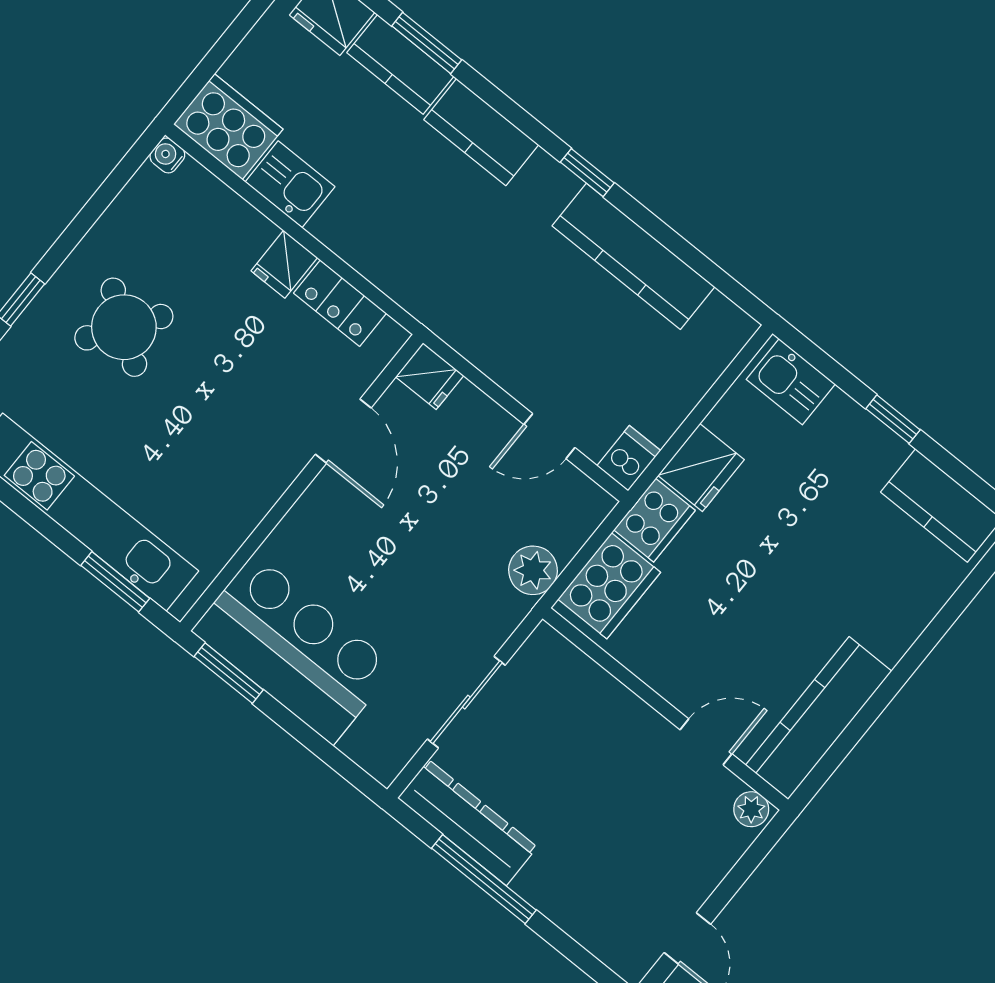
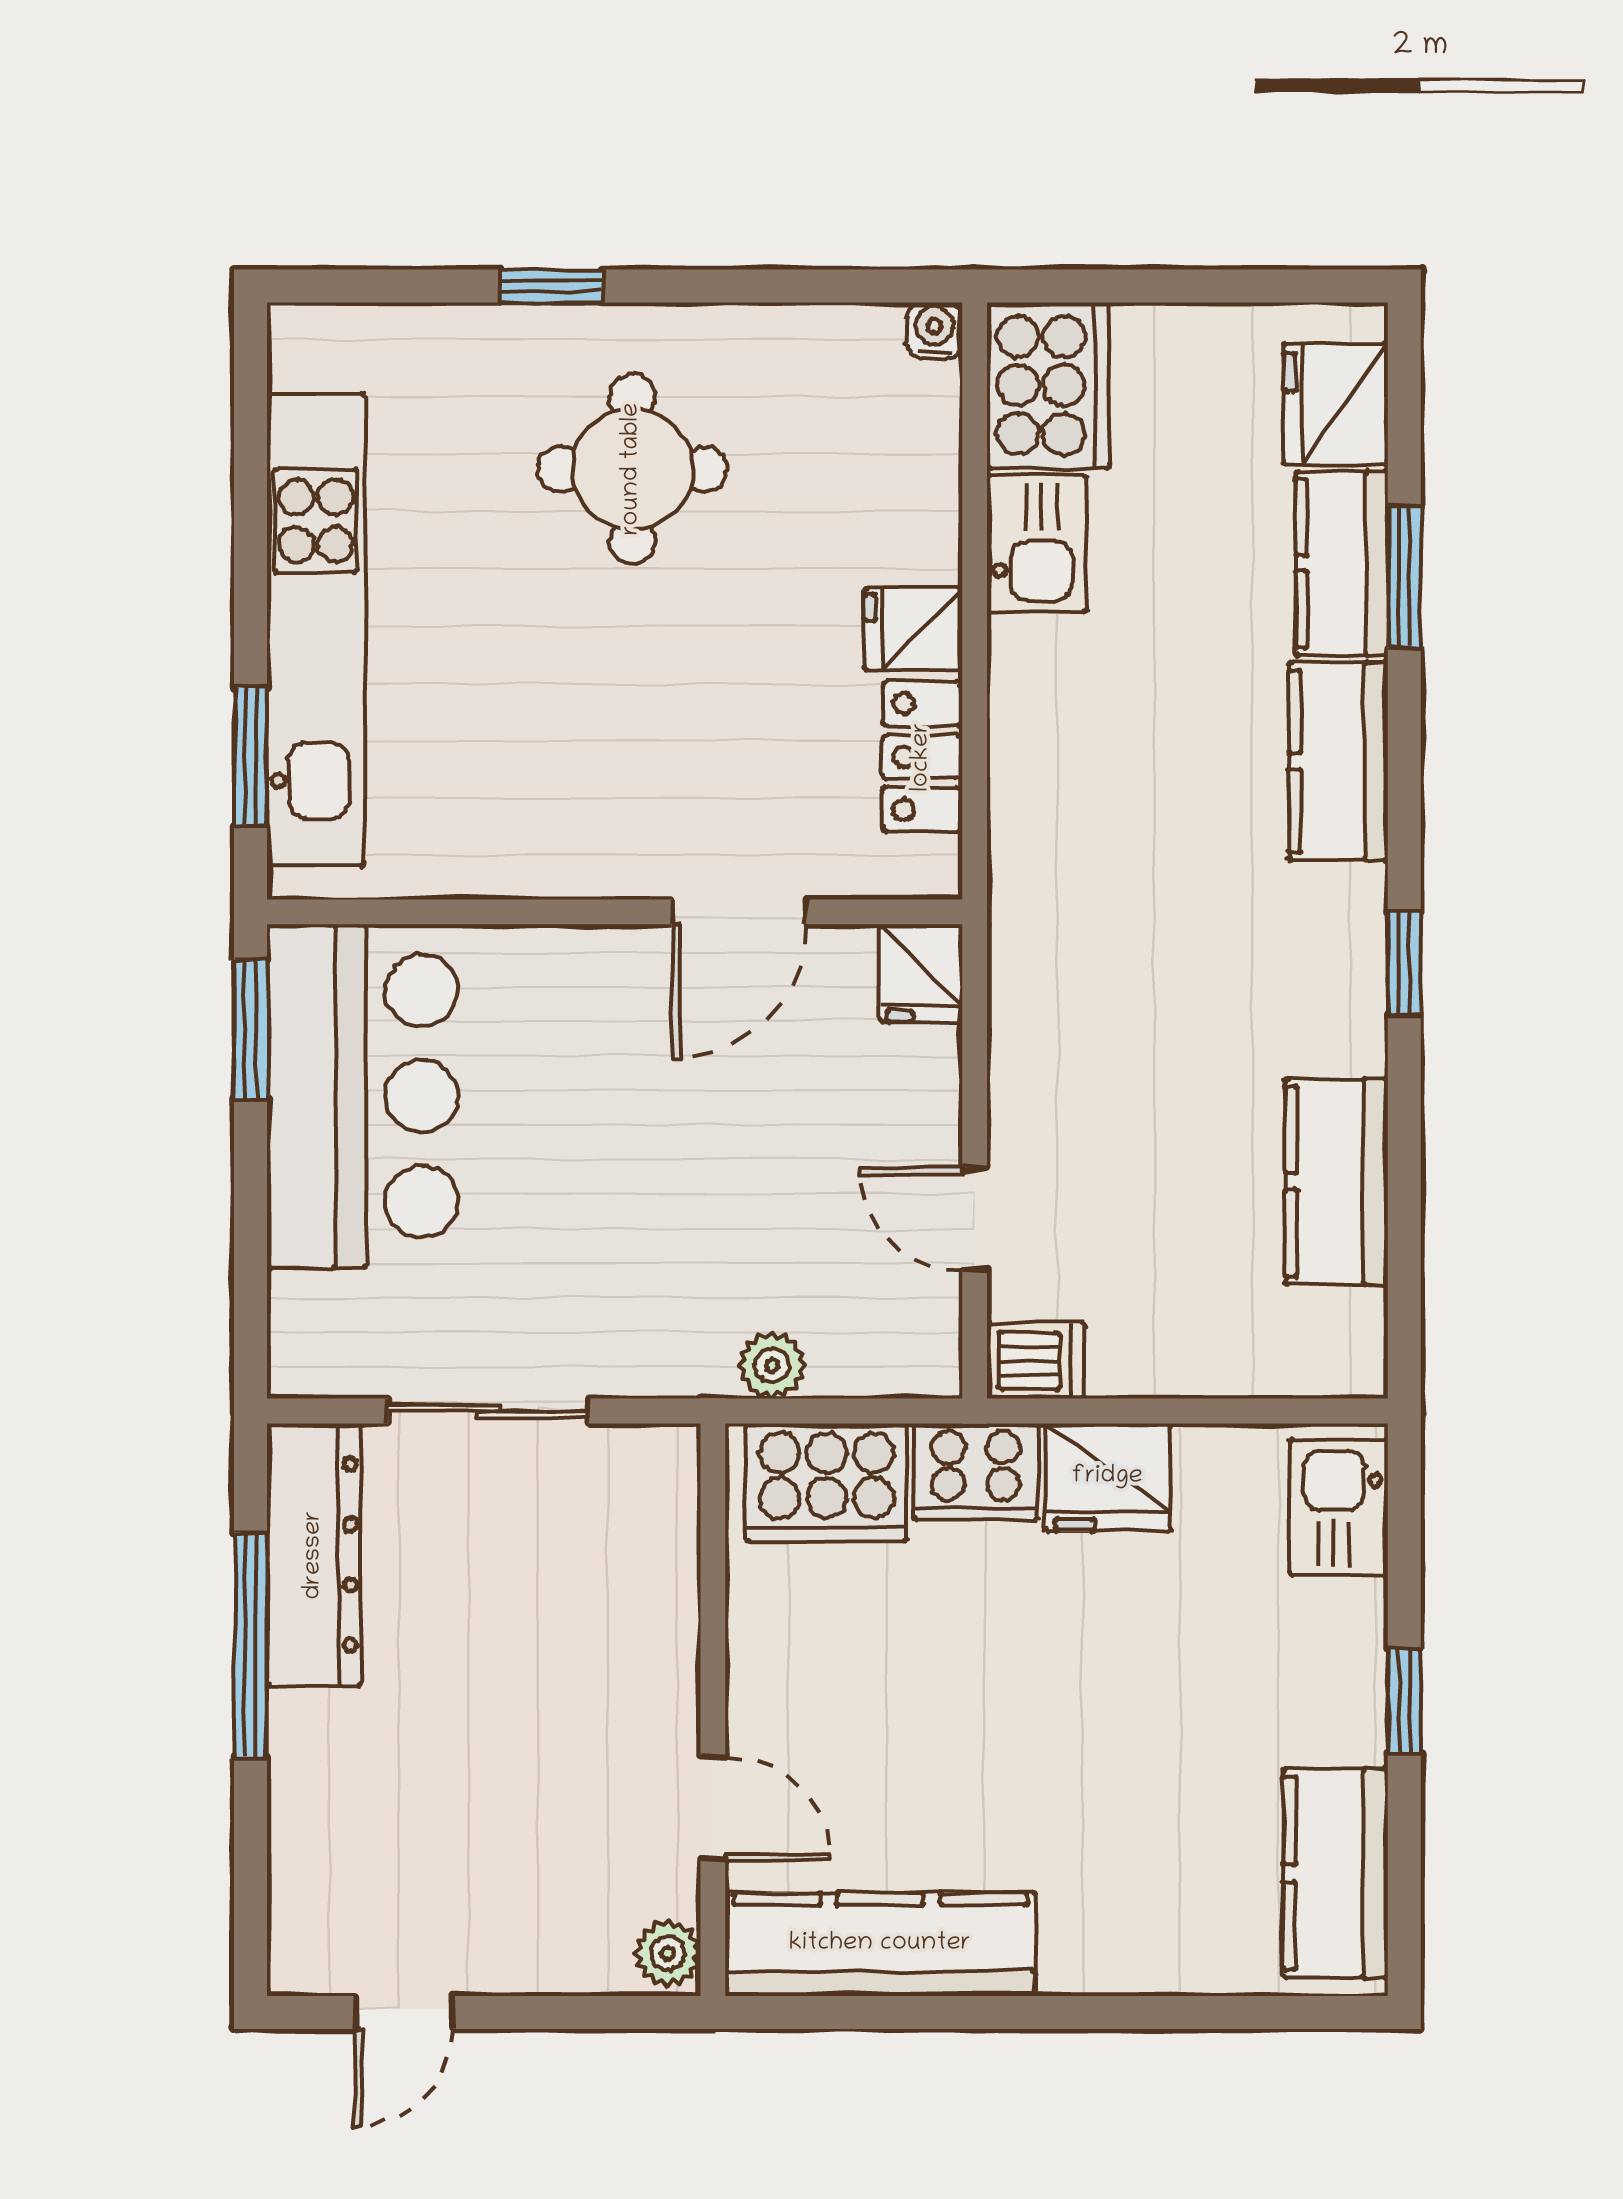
kitchen counter: (633, 256) -> (1336, 1181), width x0.67
round table: (124, 327) -> (632, 469), turned -35
plant: (533, 570) -> (772, 1366), width x0.73, depth x0.73

